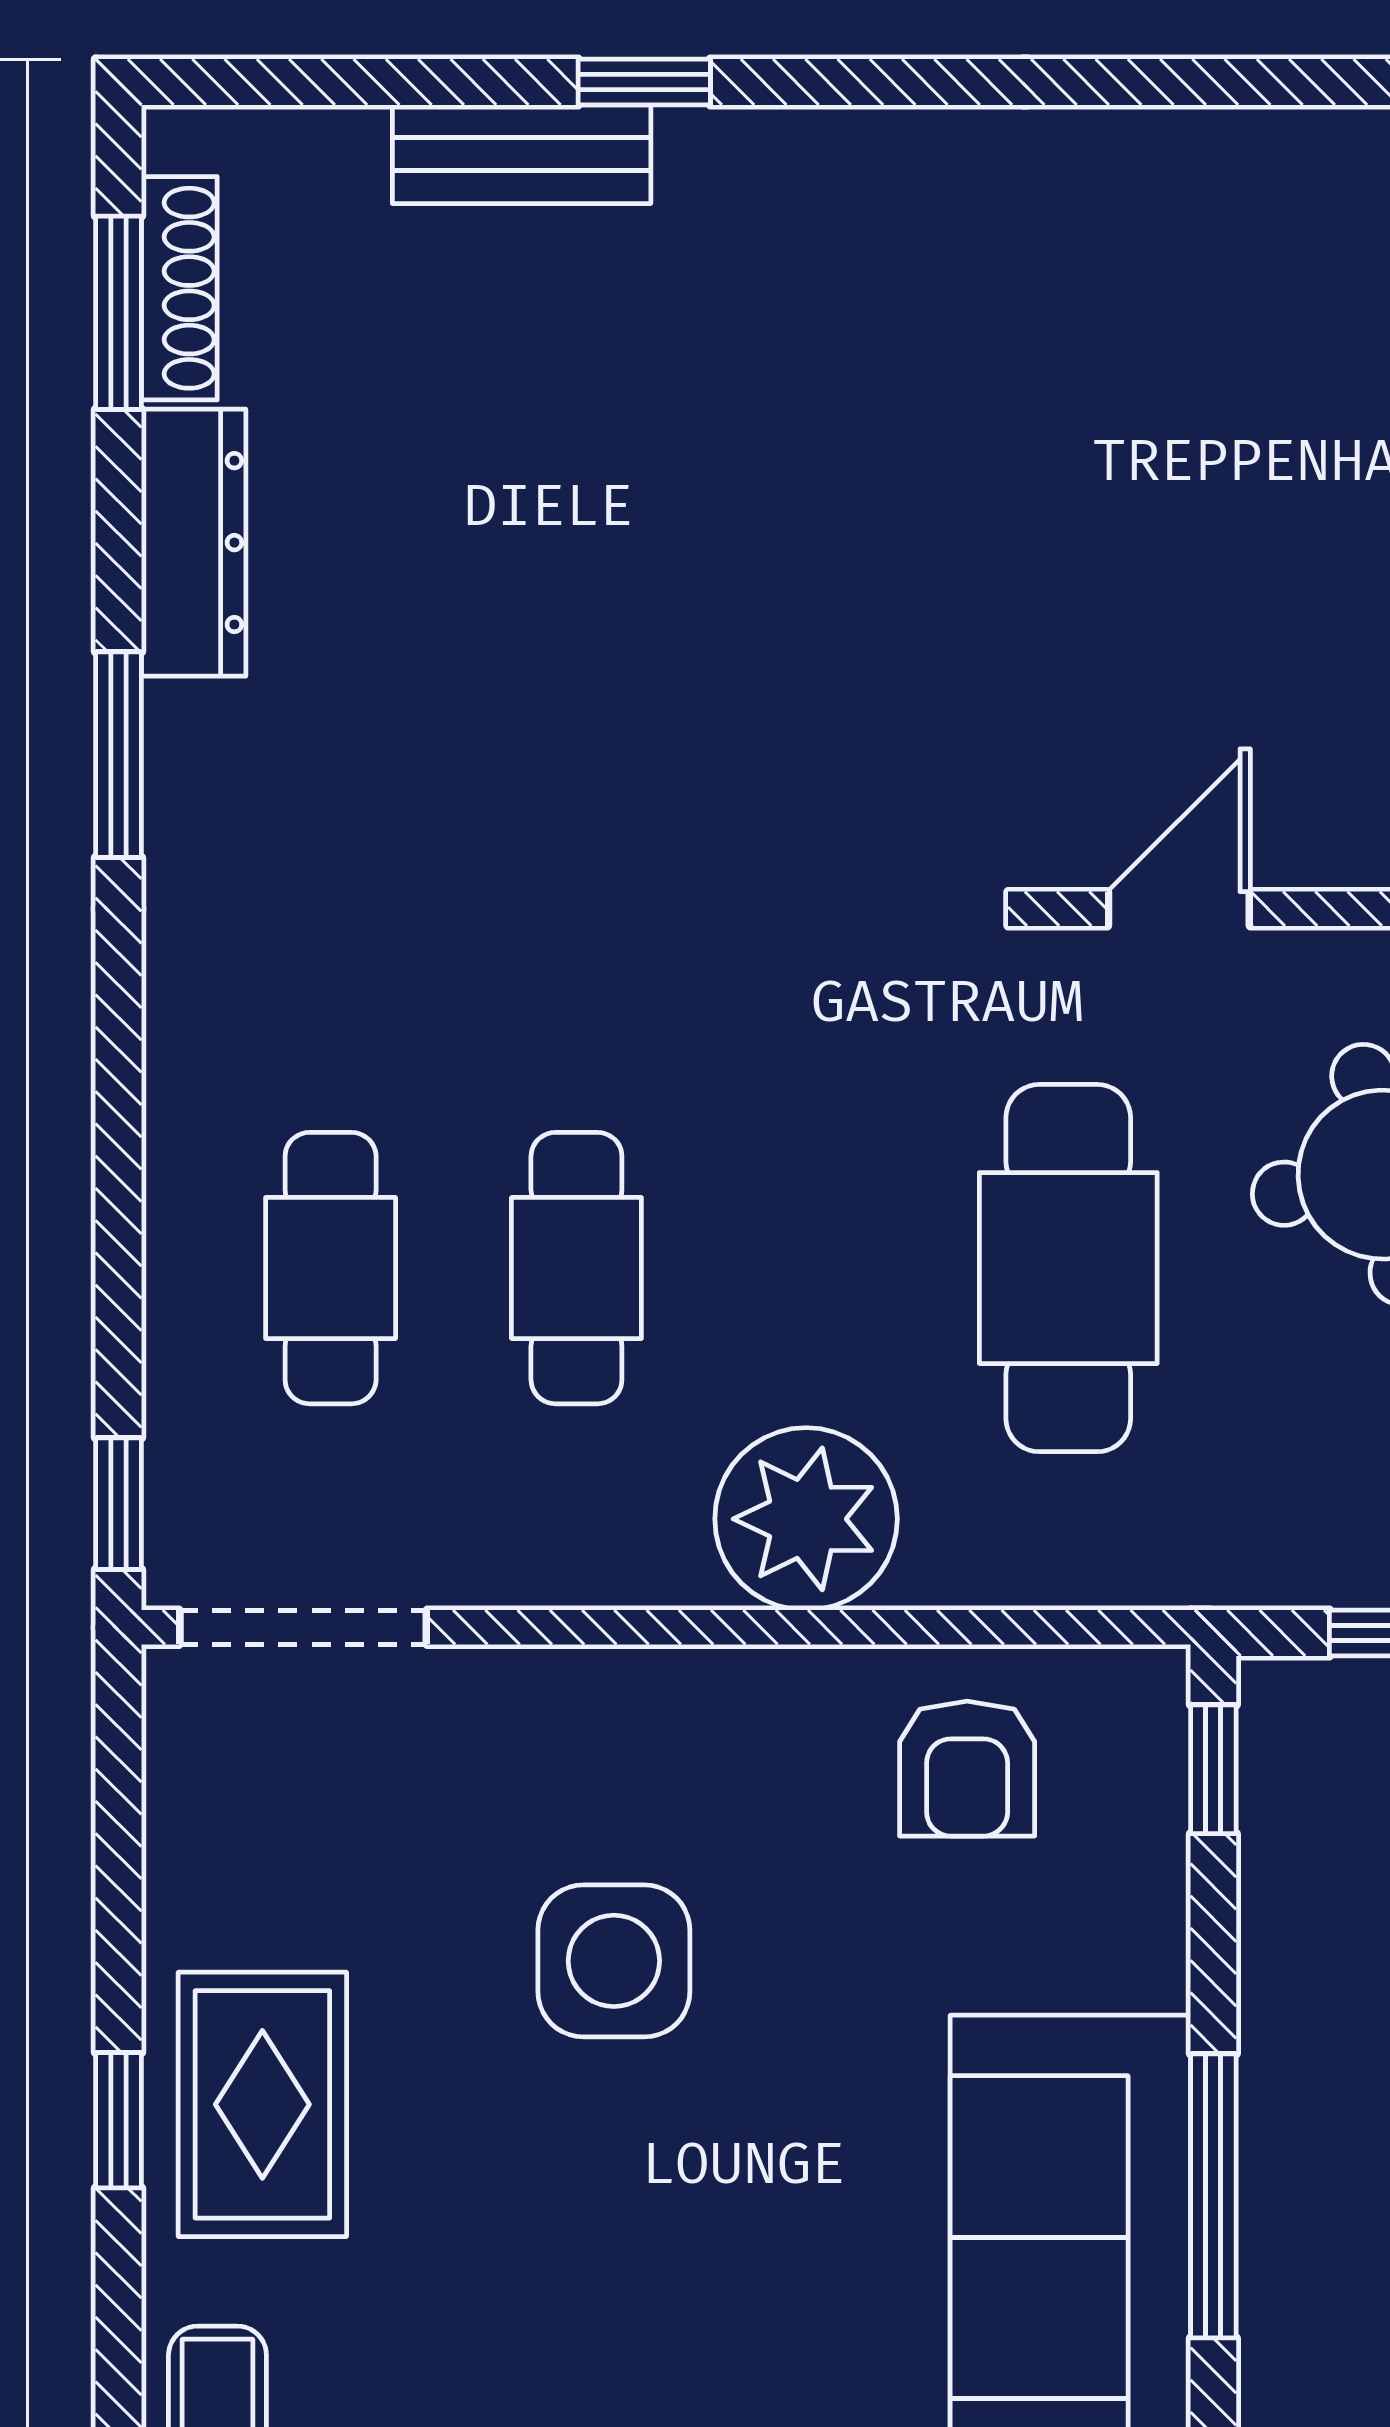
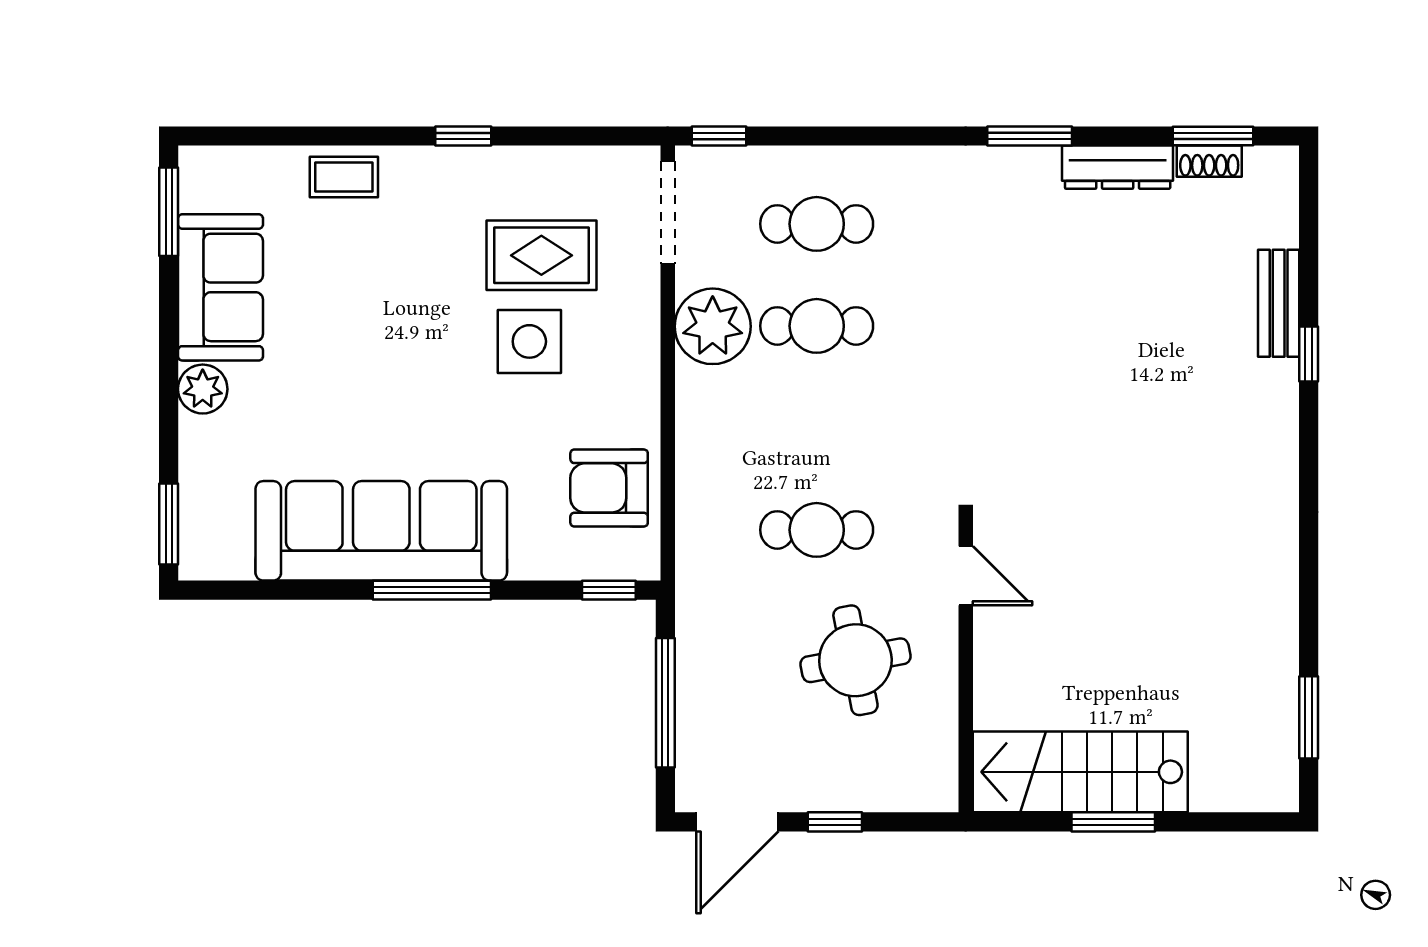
shoe rack: (179, 288) -> (1209, 161), width x0.70
cafe table: (1068, 1268) -> (817, 530), width x0.73, depth x0.74
plant: (806, 1519) -> (713, 326), moved
armchair: (967, 1769) -> (609, 488), width x1.38, depth x1.38
rug: (262, 2104) -> (541, 255), moved

